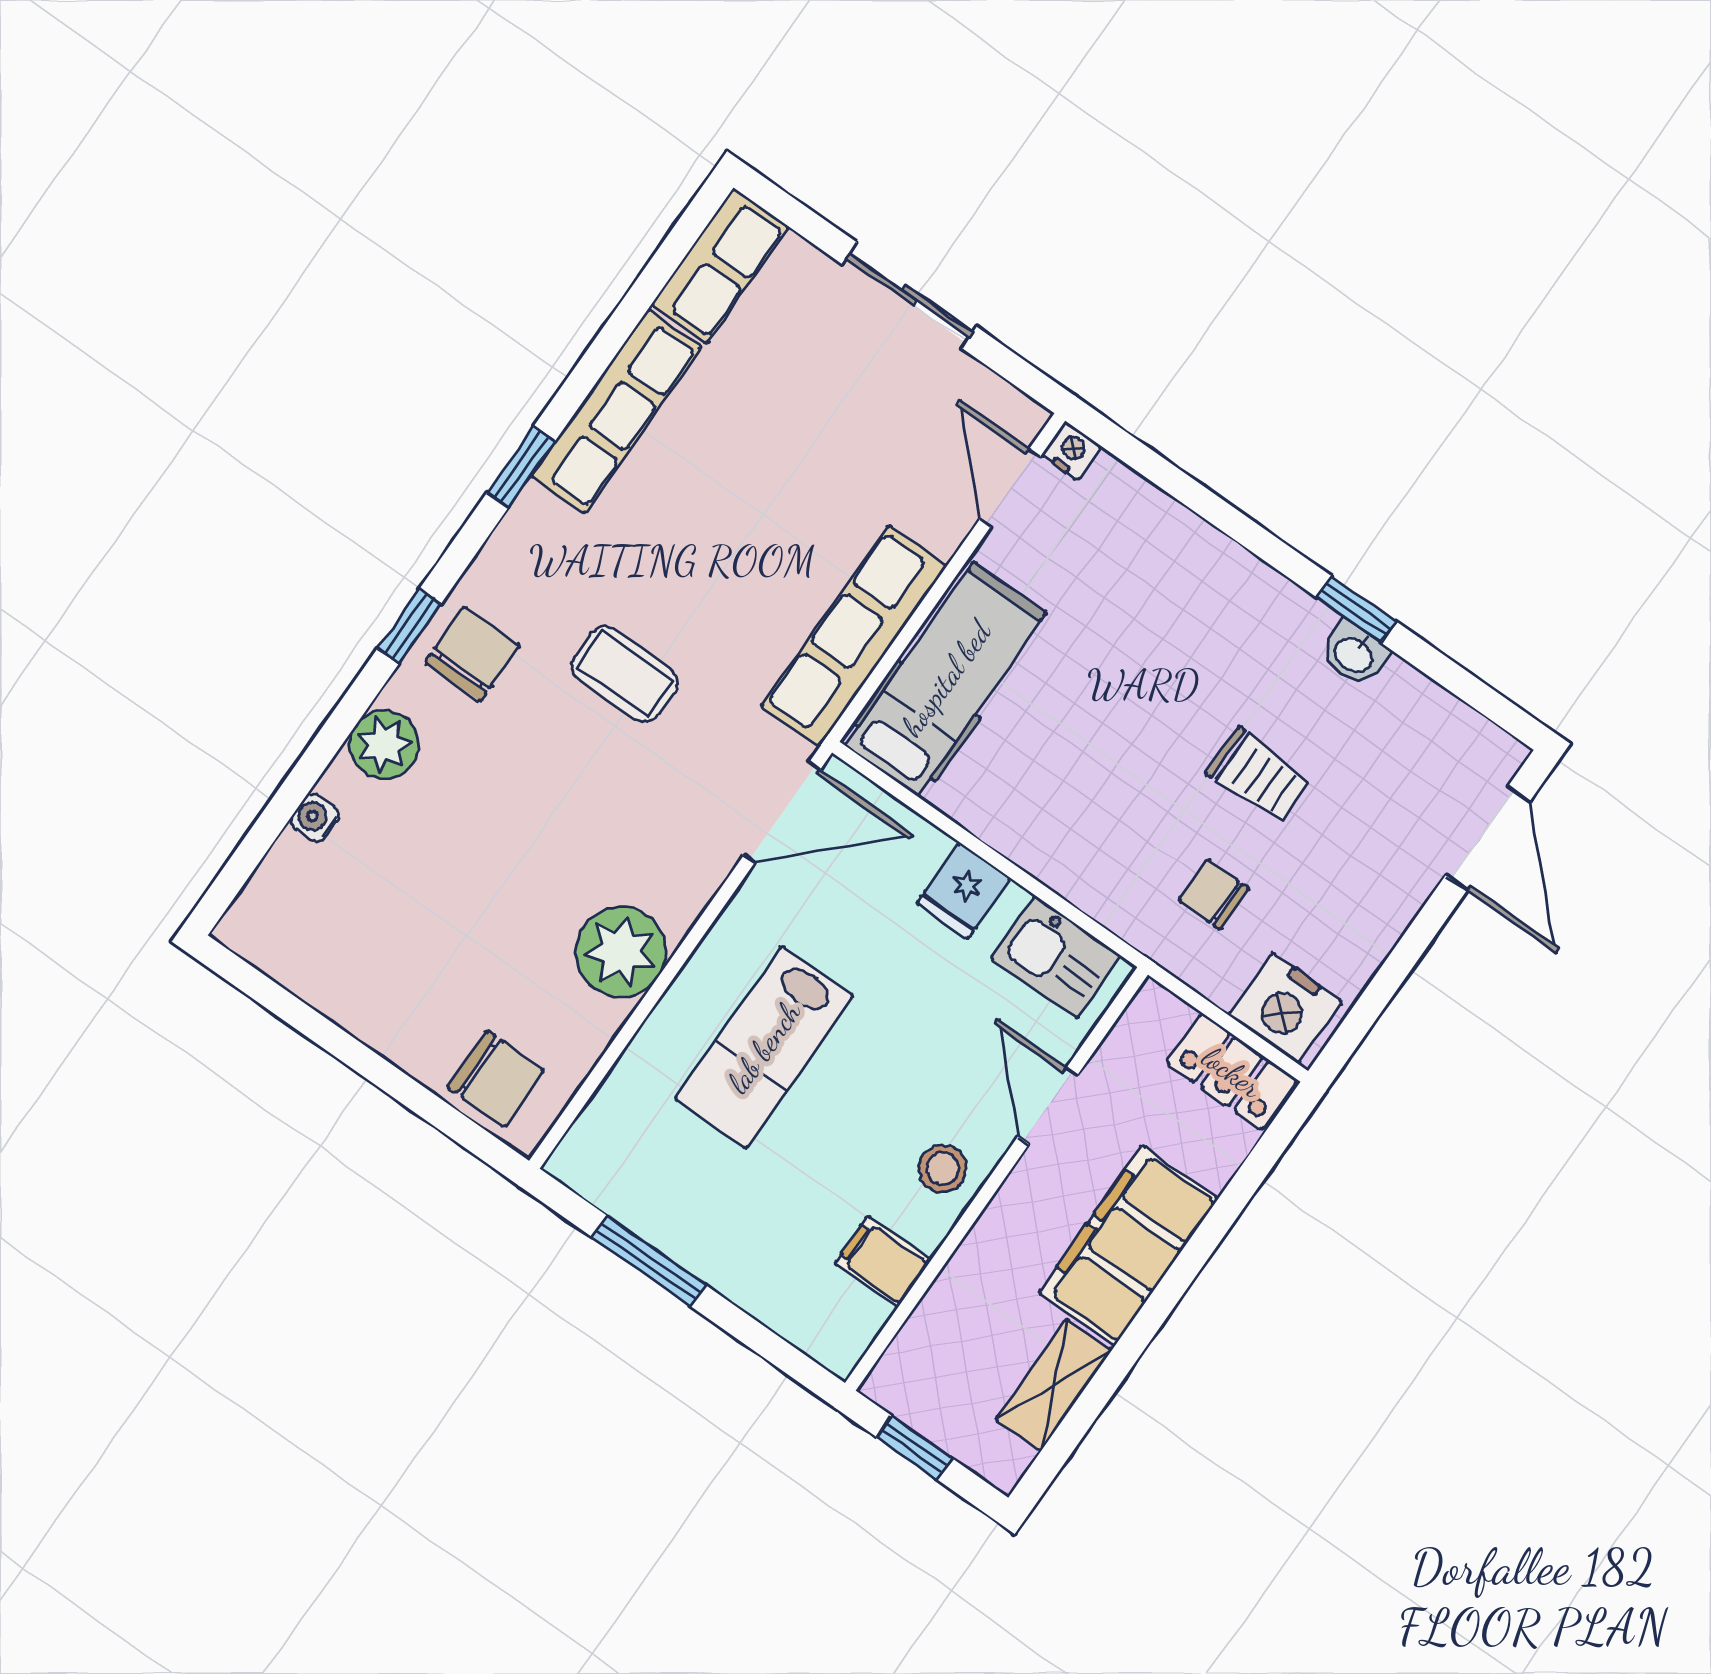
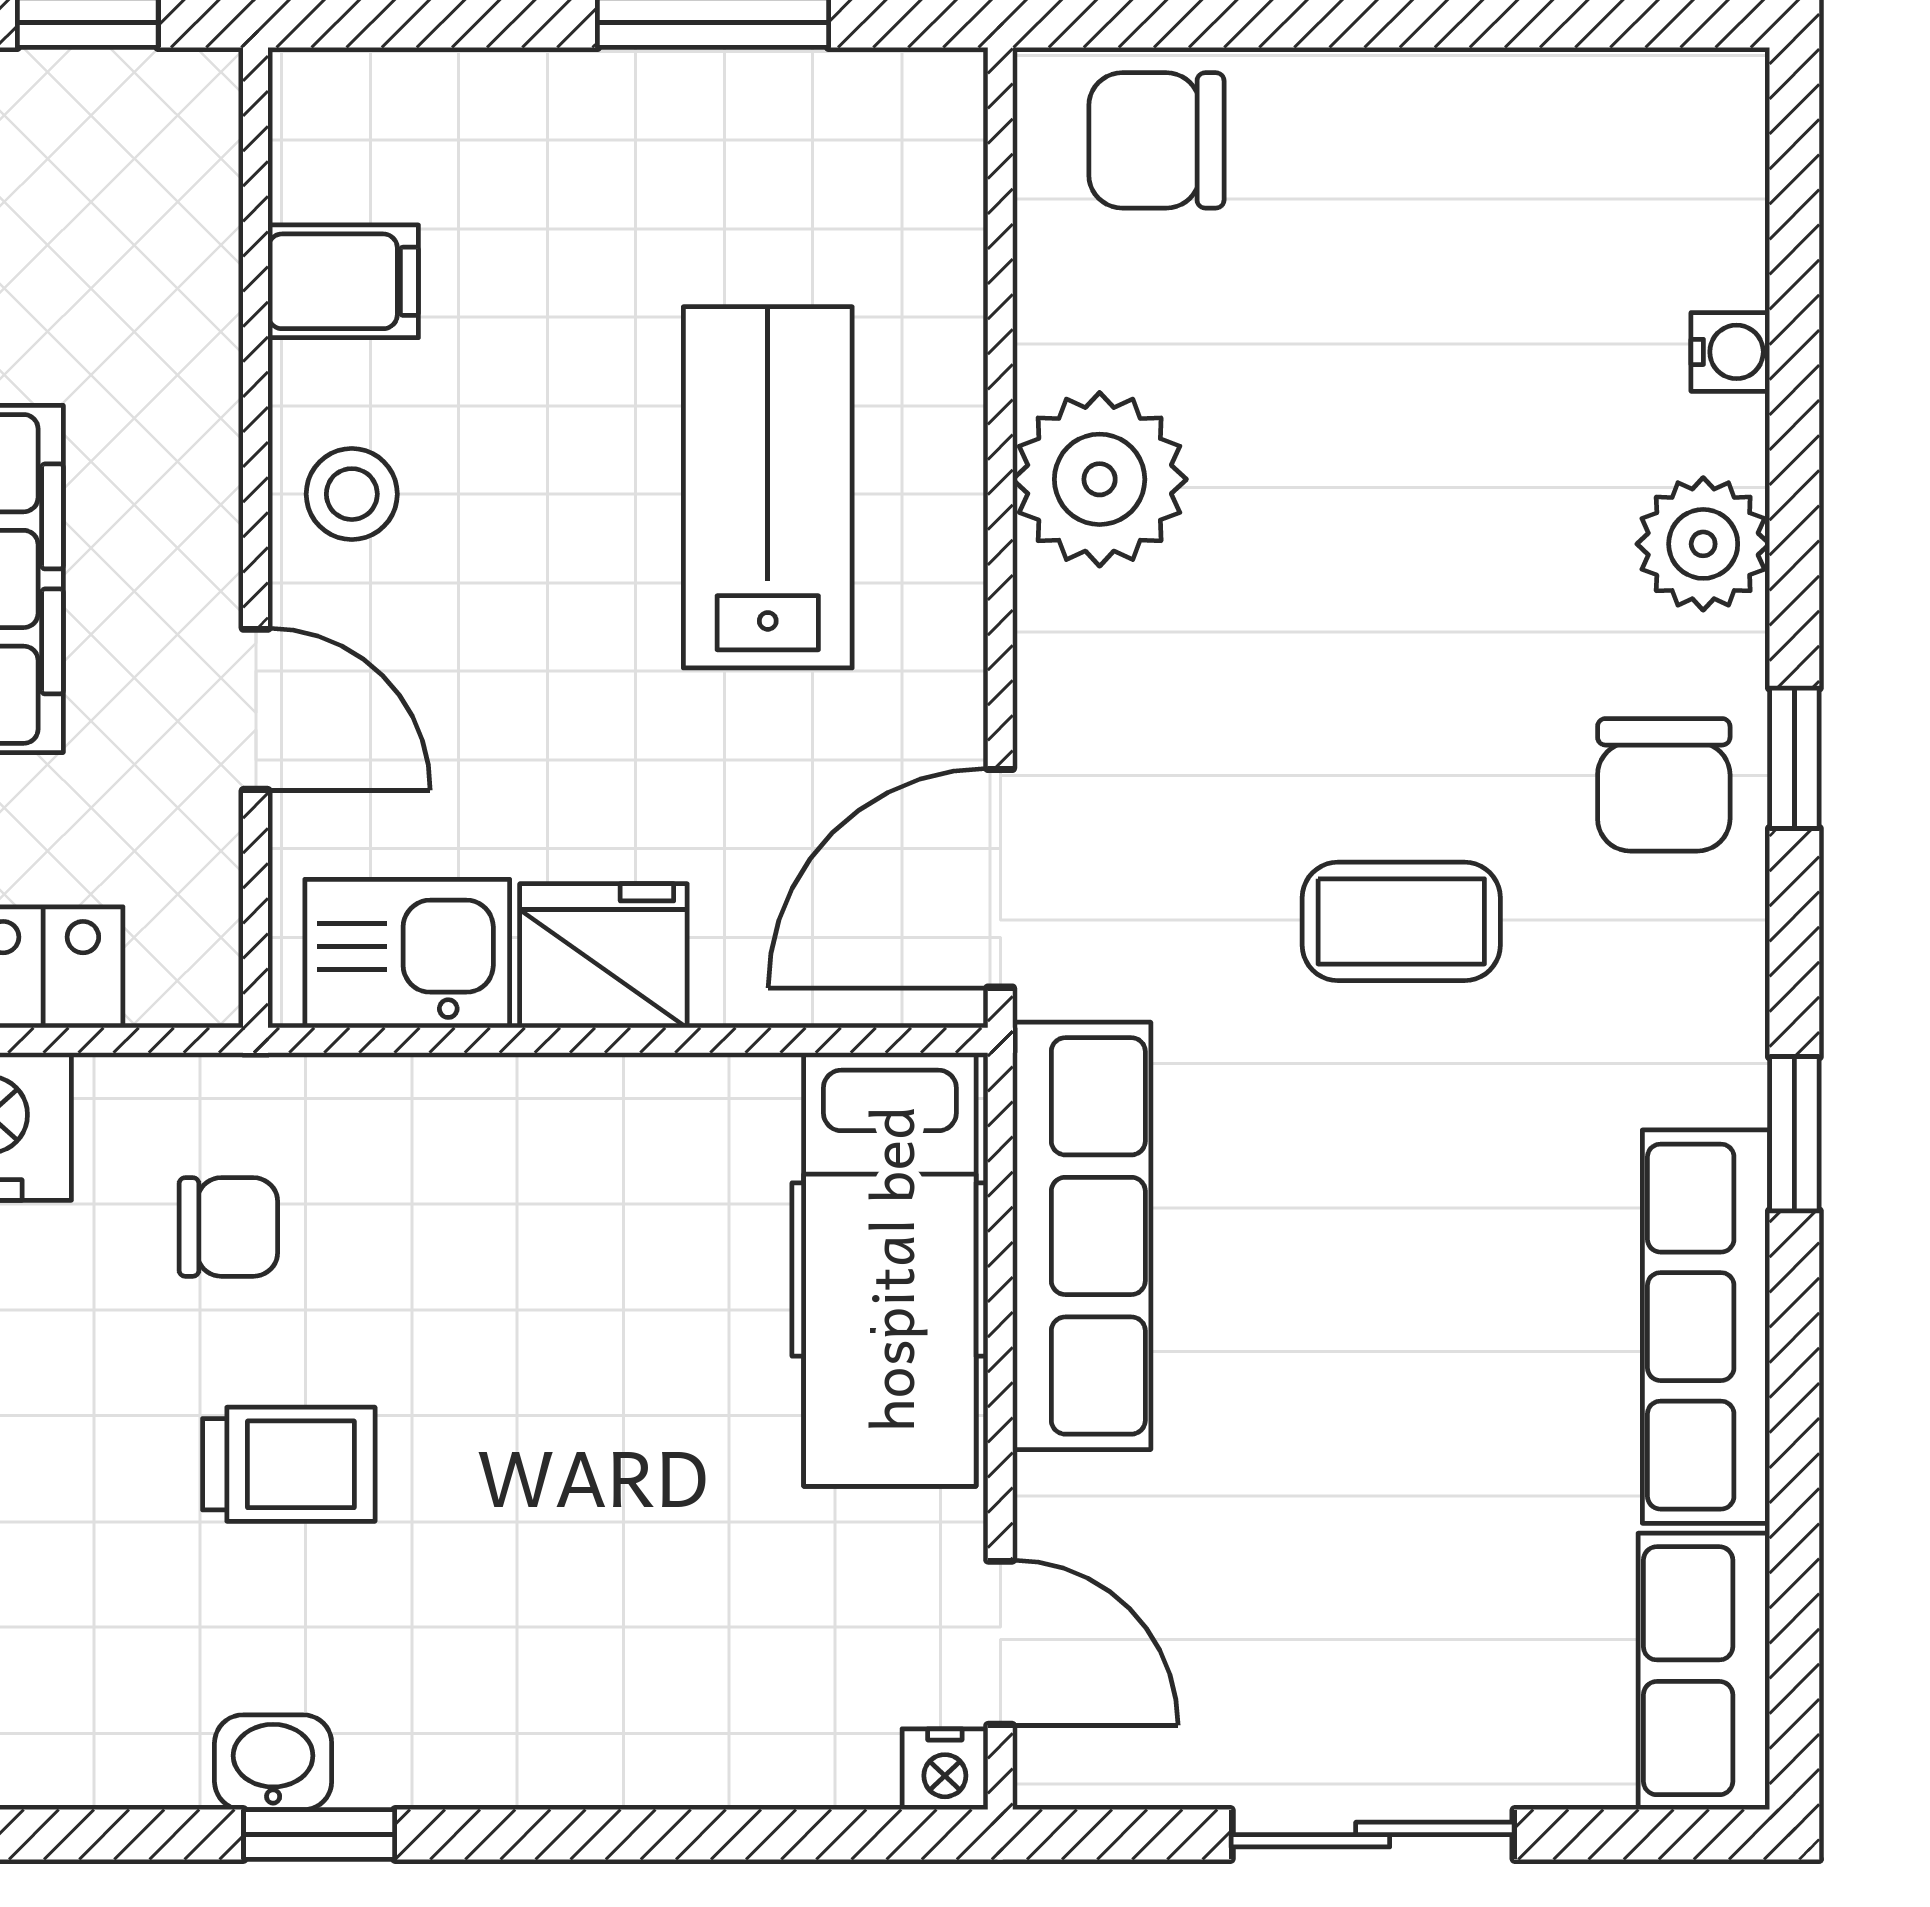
trolley: (1259, 776) -> (289, 1464), turned 180
fridge: (964, 891) -> (603, 956), width x1.38

